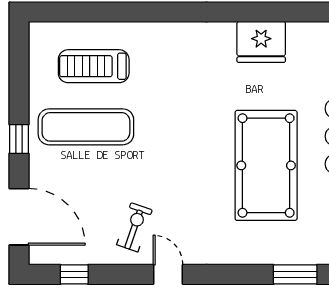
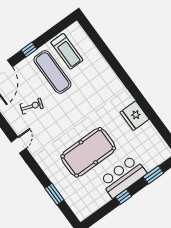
treadmill: (94, 66) -> (67, 51), moved, turned 180
exercise bike: (134, 227) -> (32, 106), moved

